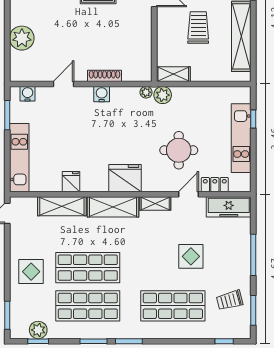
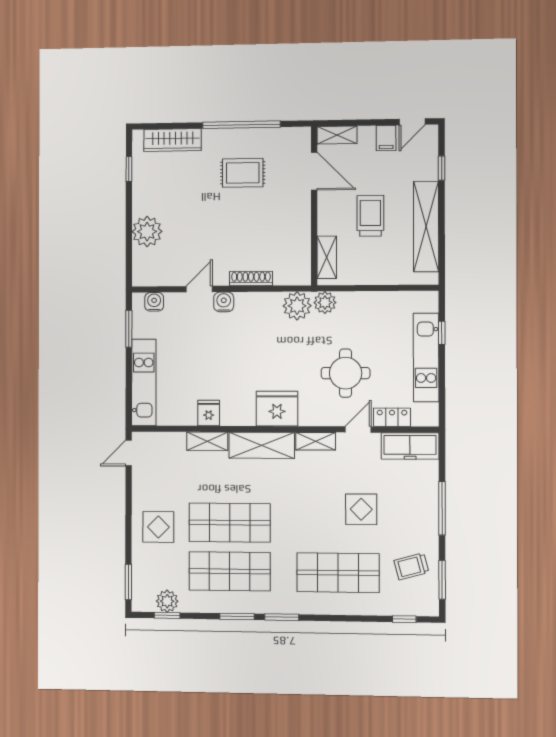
shelving: (173, 74) -> (327, 257), moved, turned 90
plant: (146, 92) -> (297, 306), width x1.88, depth x1.88
water cooler: (102, 94) -> (224, 302), moved
shelving: (62, 206) -> (207, 441), width x0.67, depth x0.75

